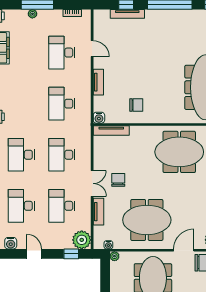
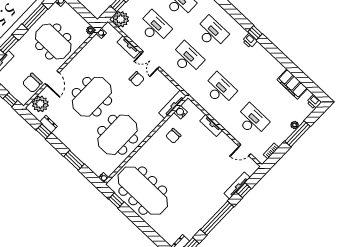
door: (92, 49) -> (245, 150), moved
water cooler: (99, 118) -> (181, 112), moved
meeting table: (147, 220) -> (92, 97), moved

